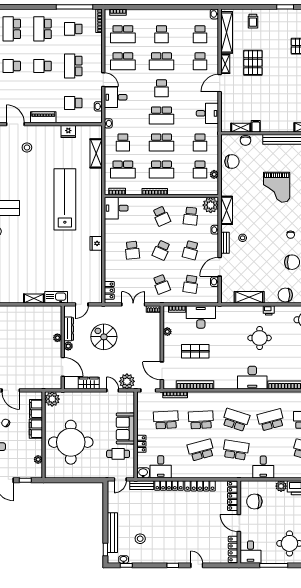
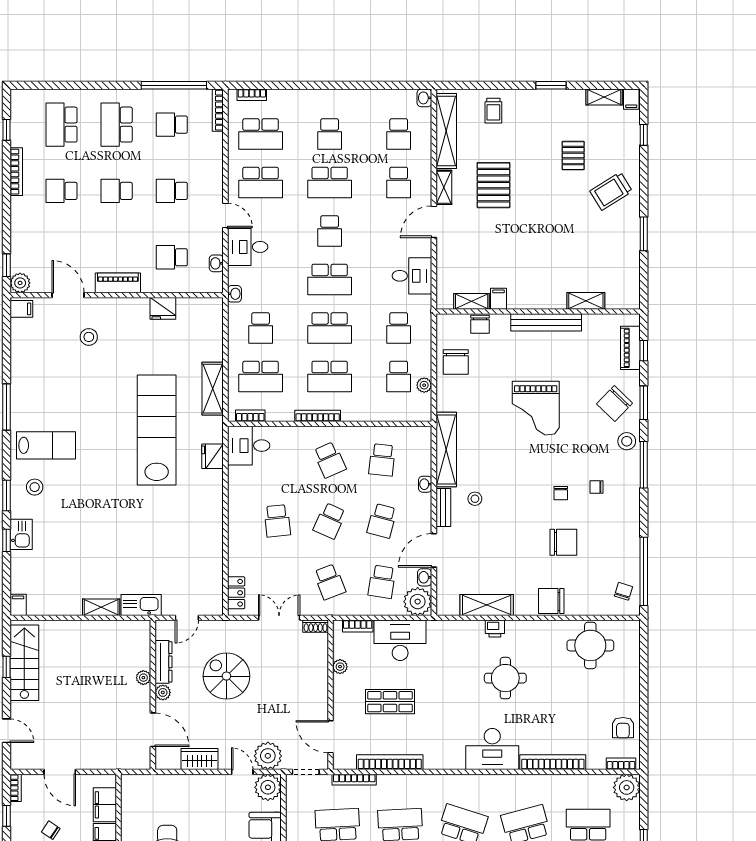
school desk: (73, 66) -> (172, 191), width x0.54
shelving: (96, 153) -> (213, 389), moved
chair: (232, 161) -> (456, 362), turned 90
plant: (211, 205) -> (418, 602), moved
shelving: (227, 210) -> (446, 450), width x1.47
fridge: (96, 243) -> (213, 456), moved
printer: (269, 310) -> (495, 629), moved
plant: (52, 399) -> (268, 787), moved

